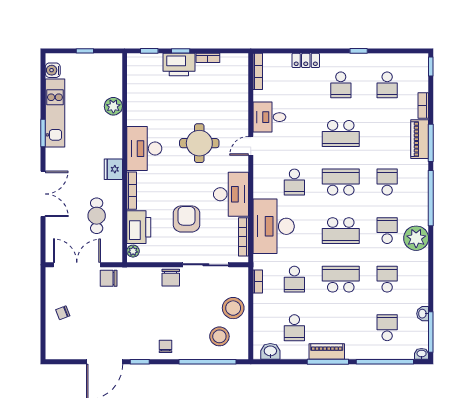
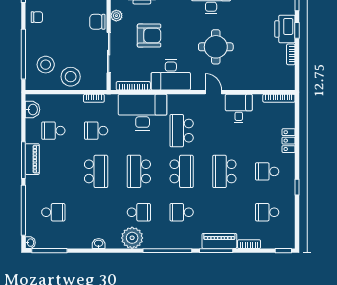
school desk: (294, 182) -> (182, 131), width x1.85
school desk: (387, 182) -> (182, 212), turned 180
plant: (164, 256) -> (116, 16), added
school desk: (387, 279) -> (96, 212), removed
washbasin: (423, 314) -> (99, 244), moved

